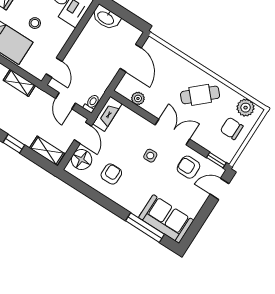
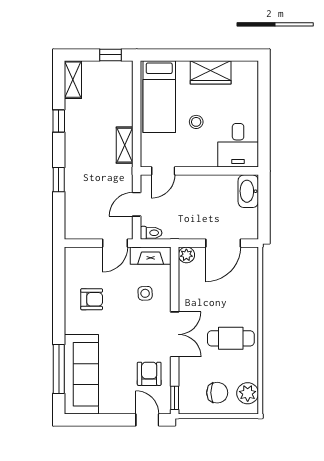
cafe table: (200, 95) -> (231, 338), turned -48
plant: (138, 98) -> (186, 255), moved
chair: (232, 128) -> (217, 393), turned 90
shelving: (47, 151) -> (73, 218), removed
side table: (150, 156) -> (145, 293), moved
floor lamp: (82, 160) -> (87, 259), removed
sofa: (166, 219) -> (81, 374), width x1.36

